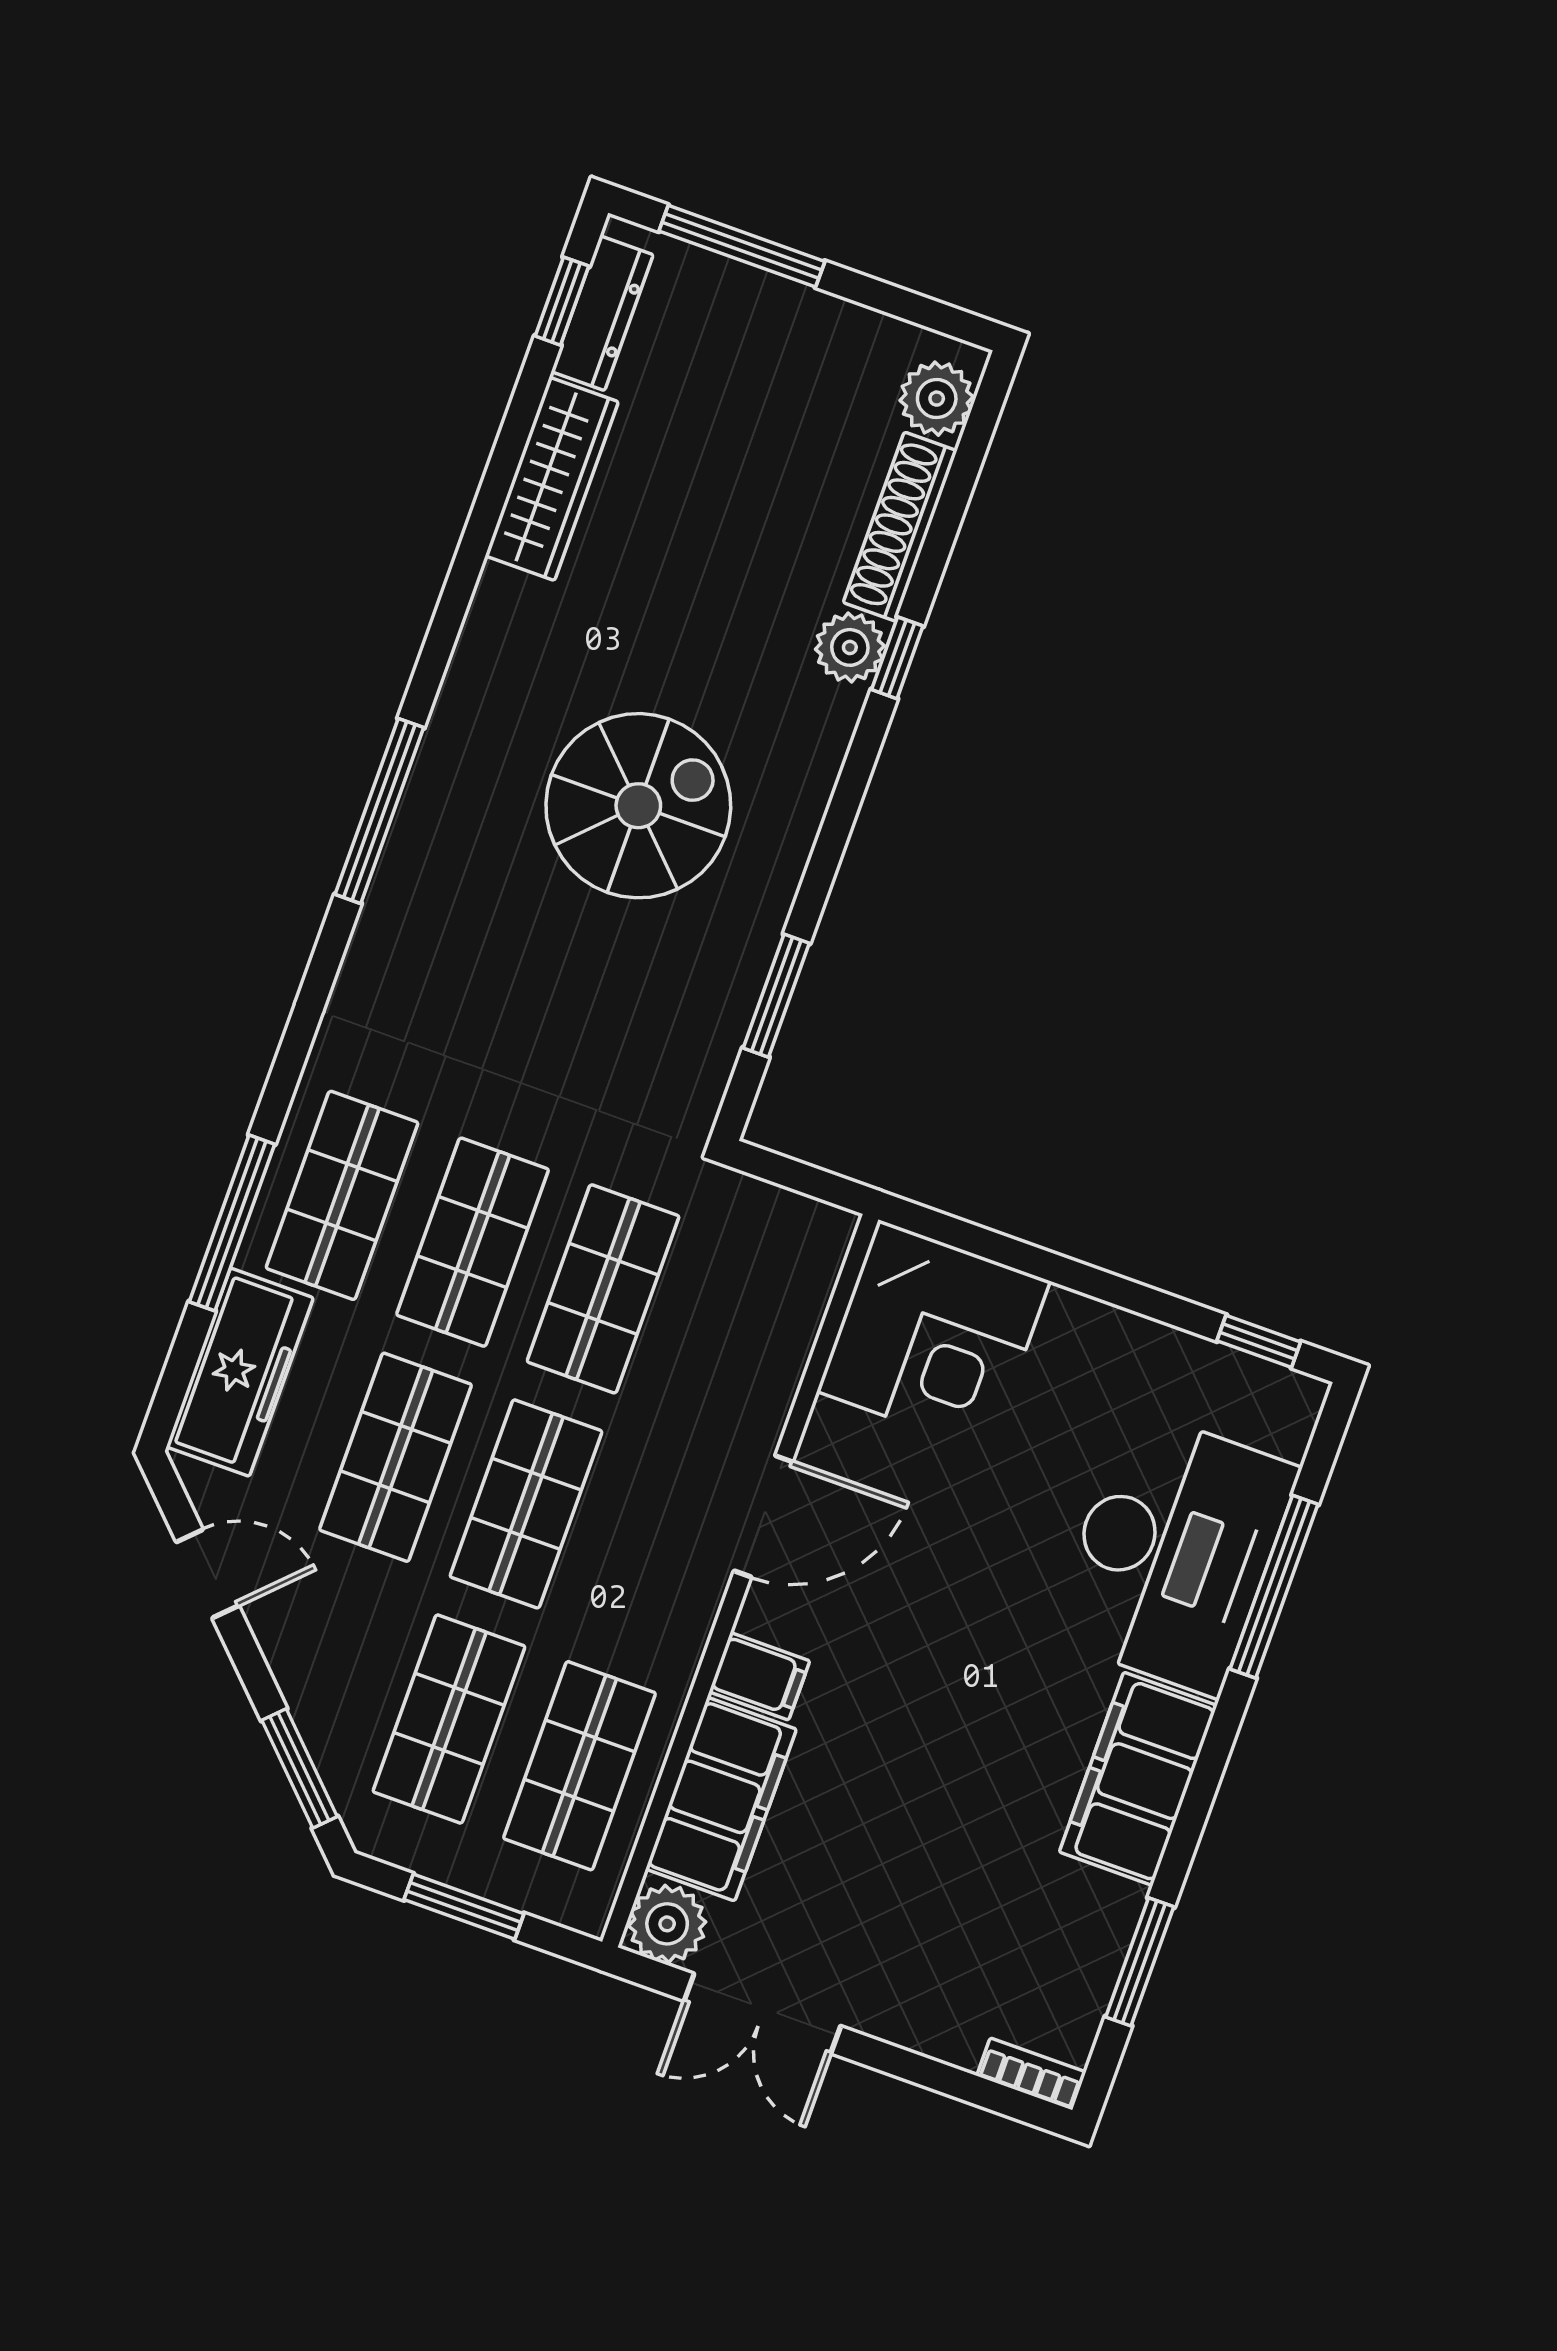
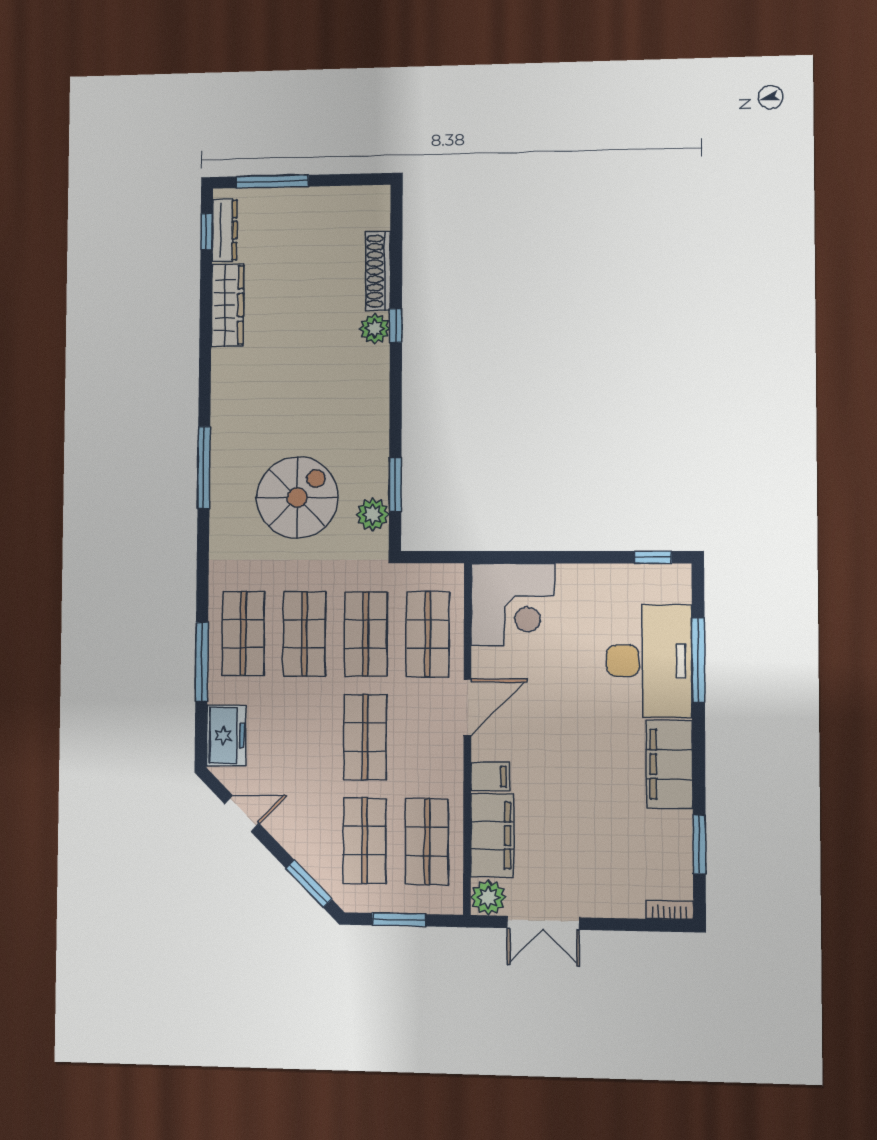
plant: (937, 399) -> (373, 514), moved
spiral stairs: (638, 806) -> (297, 498), moved
freezer: (240, 1372) -> (226, 735), width x0.71
shop shelf: (396, 1457) -> (428, 634), moved

